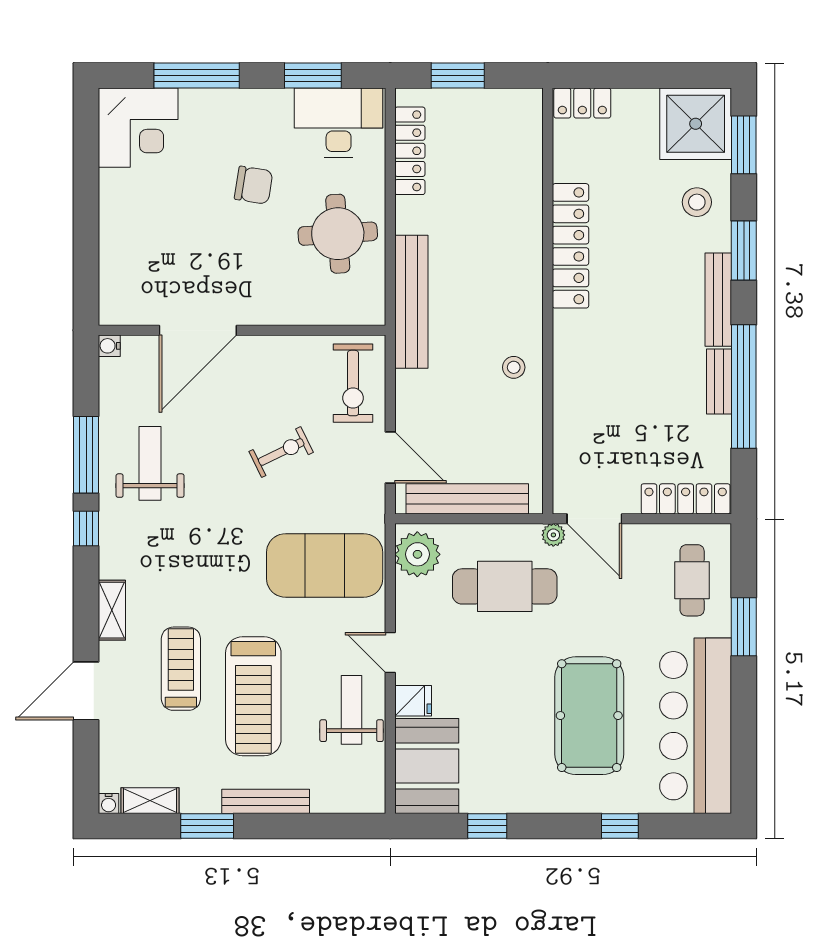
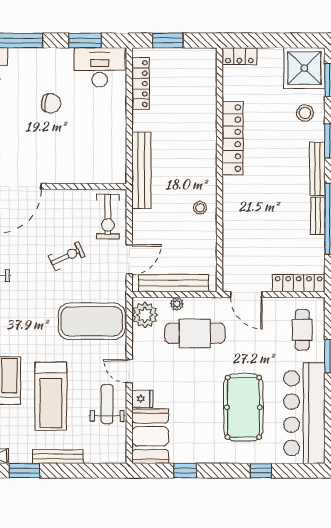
round table: (338, 234) -> (99, 131), removed
door: (390, 457) -> (129, 259), hinge flipped
plant: (553, 535) -> (177, 304), moved

